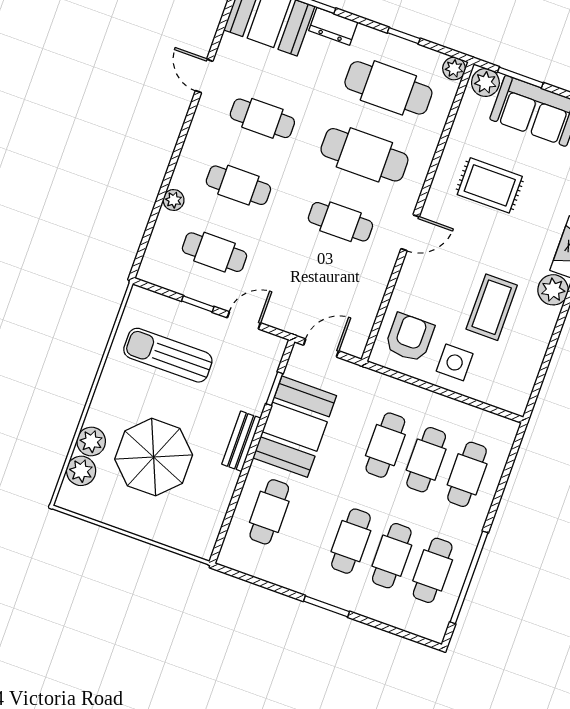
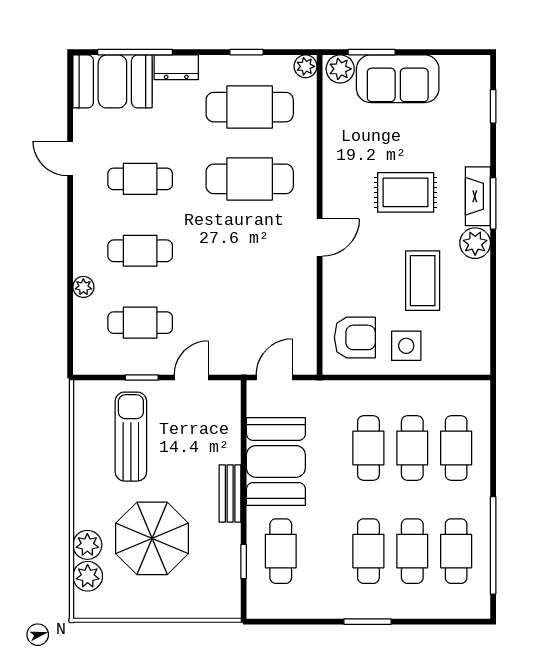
rug: (490, 185) -> (406, 192), moved
cafe table: (340, 222) -> (250, 251), removed
armchair: (410, 338) -> (355, 337), turned 90
sun lounger: (168, 355) -> (131, 437), turned 90
window: (274, 389) -> (244, 561), moved

